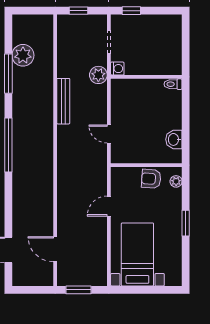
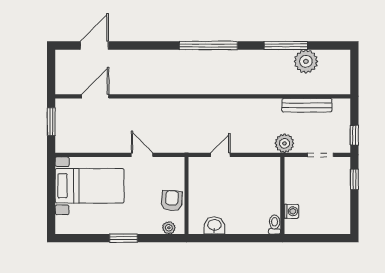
window: (78, 11) -> (354, 135), moved
washing machine: (117, 69) -> (291, 211), moved, turned -90
bench: (63, 101) -> (307, 105), moved

